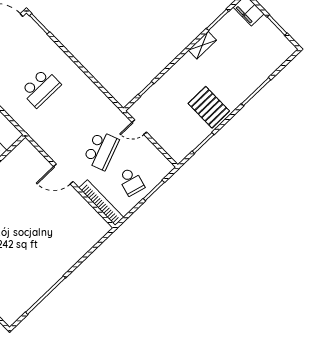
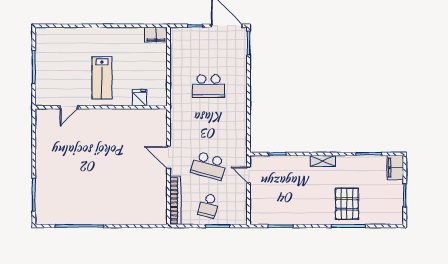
shelving: (202, 45) -> (323, 161), moved
pallet: (209, 107) -> (347, 204), moved
school desk: (101, 150) -> (209, 166), turned 36

